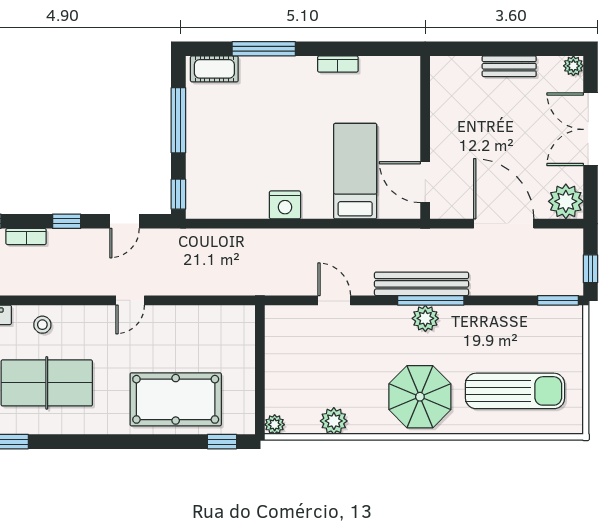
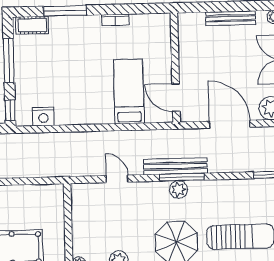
bench: (509, 66) -> (231, 18), width x1.36
nightstand: (285, 205) -> (43, 116), moved

